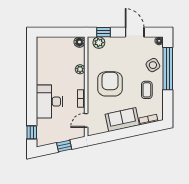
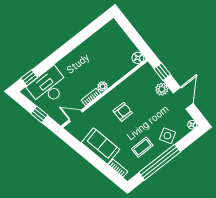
plant: (99, 43) -> (162, 89), moved
plant: (80, 69) -> (103, 86), moved
window: (168, 69) -> (160, 162), moved
armchair: (110, 84) -> (123, 112), width x0.53, depth x0.53
desk: (49, 102) -> (48, 87), moved

